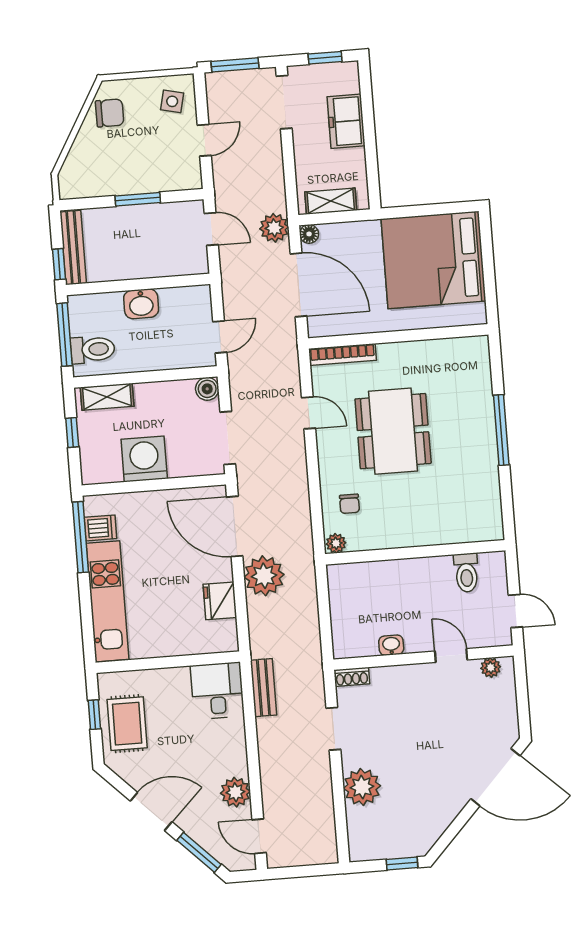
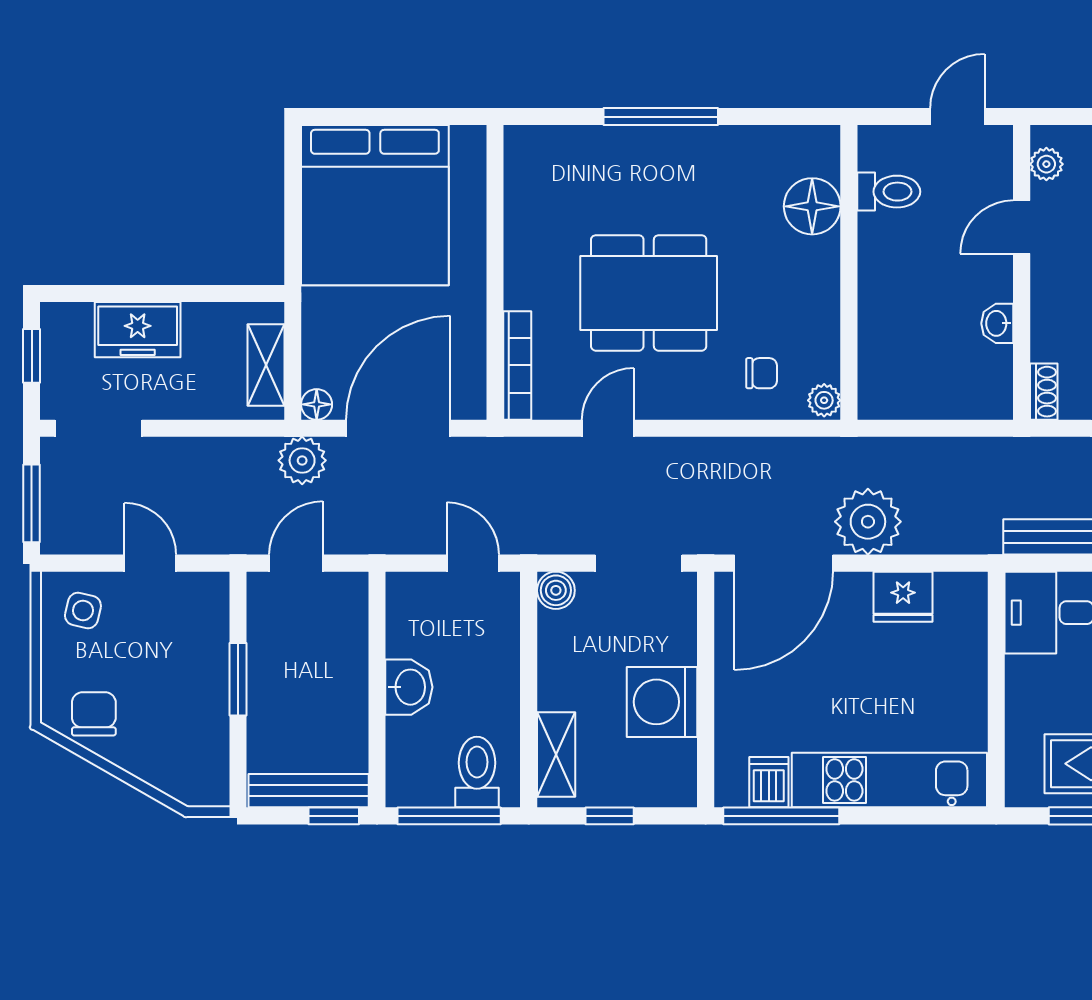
floor lamp: (454, 527) -> (812, 206), added

